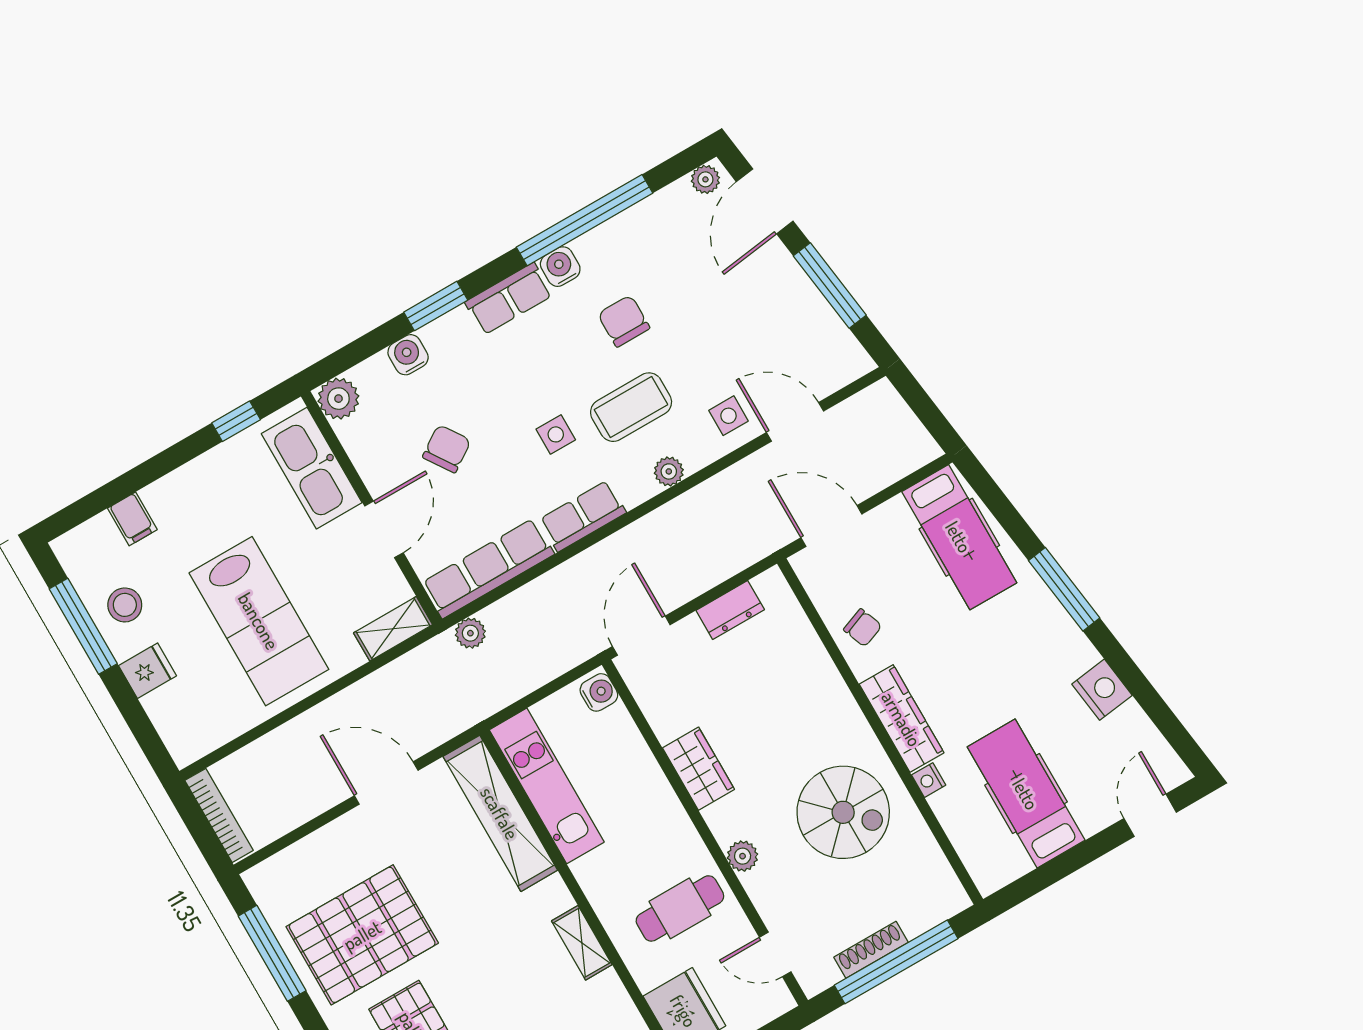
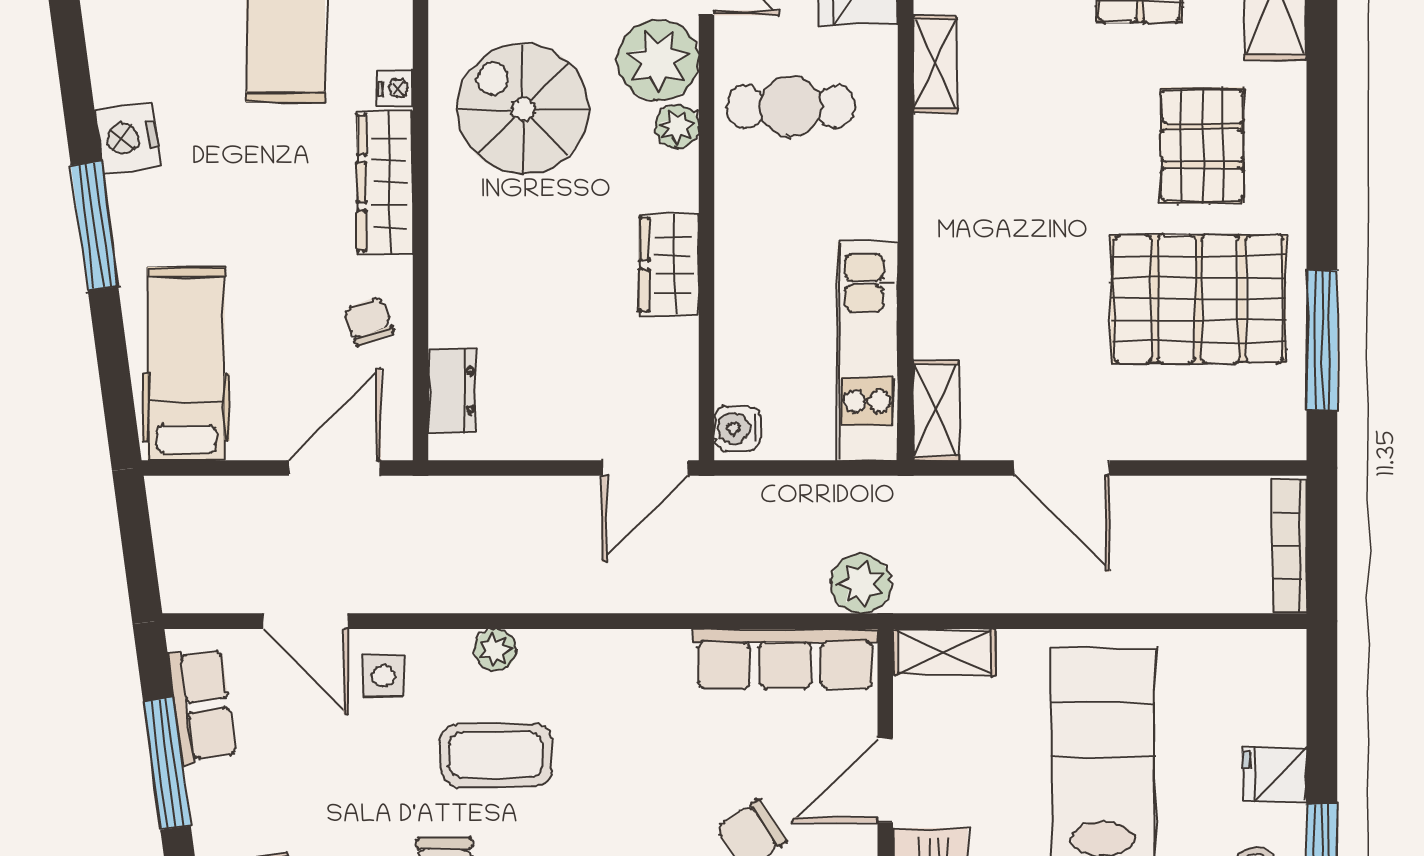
side table: (556, 434) -> (608, 775), removed
row of seats: (583, 516) -> (202, 706), moved, turned -98
door: (831, 526) -> (335, 468), swing flipped
dresser: (730, 610) -> (452, 391), moved, turned 90
plant: (470, 633) -> (861, 584), width x1.38, depth x1.38
nightstand: (1102, 690) -> (127, 138), moved
shelving: (500, 813) -> (936, 410), width x0.45, depth x0.75
plant: (777, 890) -> (658, 60), added
shelving: (582, 943) -> (935, 64), moved

